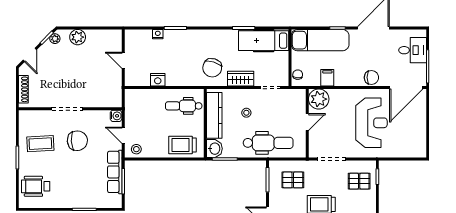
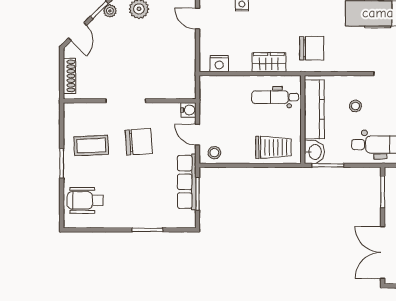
door: (123, 60) -> (198, 19), moved
chair: (212, 68) -> (312, 48), turned -107
wardrobe: (241, 79) -> (269, 62), moved
nightstand: (158, 80) -> (219, 64), moved
trolley: (182, 145) -> (273, 147), turned 180

